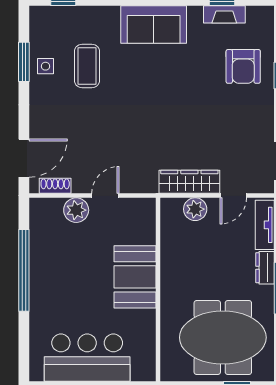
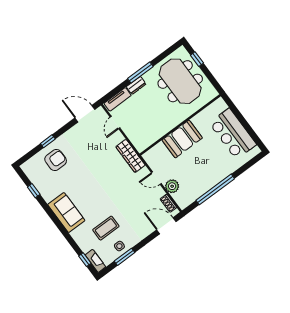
fireplace: (224, 14) -> (95, 261), moved
wardrobe: (189, 182) -> (130, 156), moved
door: (233, 196) -> (115, 123), swing flipped
plant: (195, 209) -> (133, 135), removed

